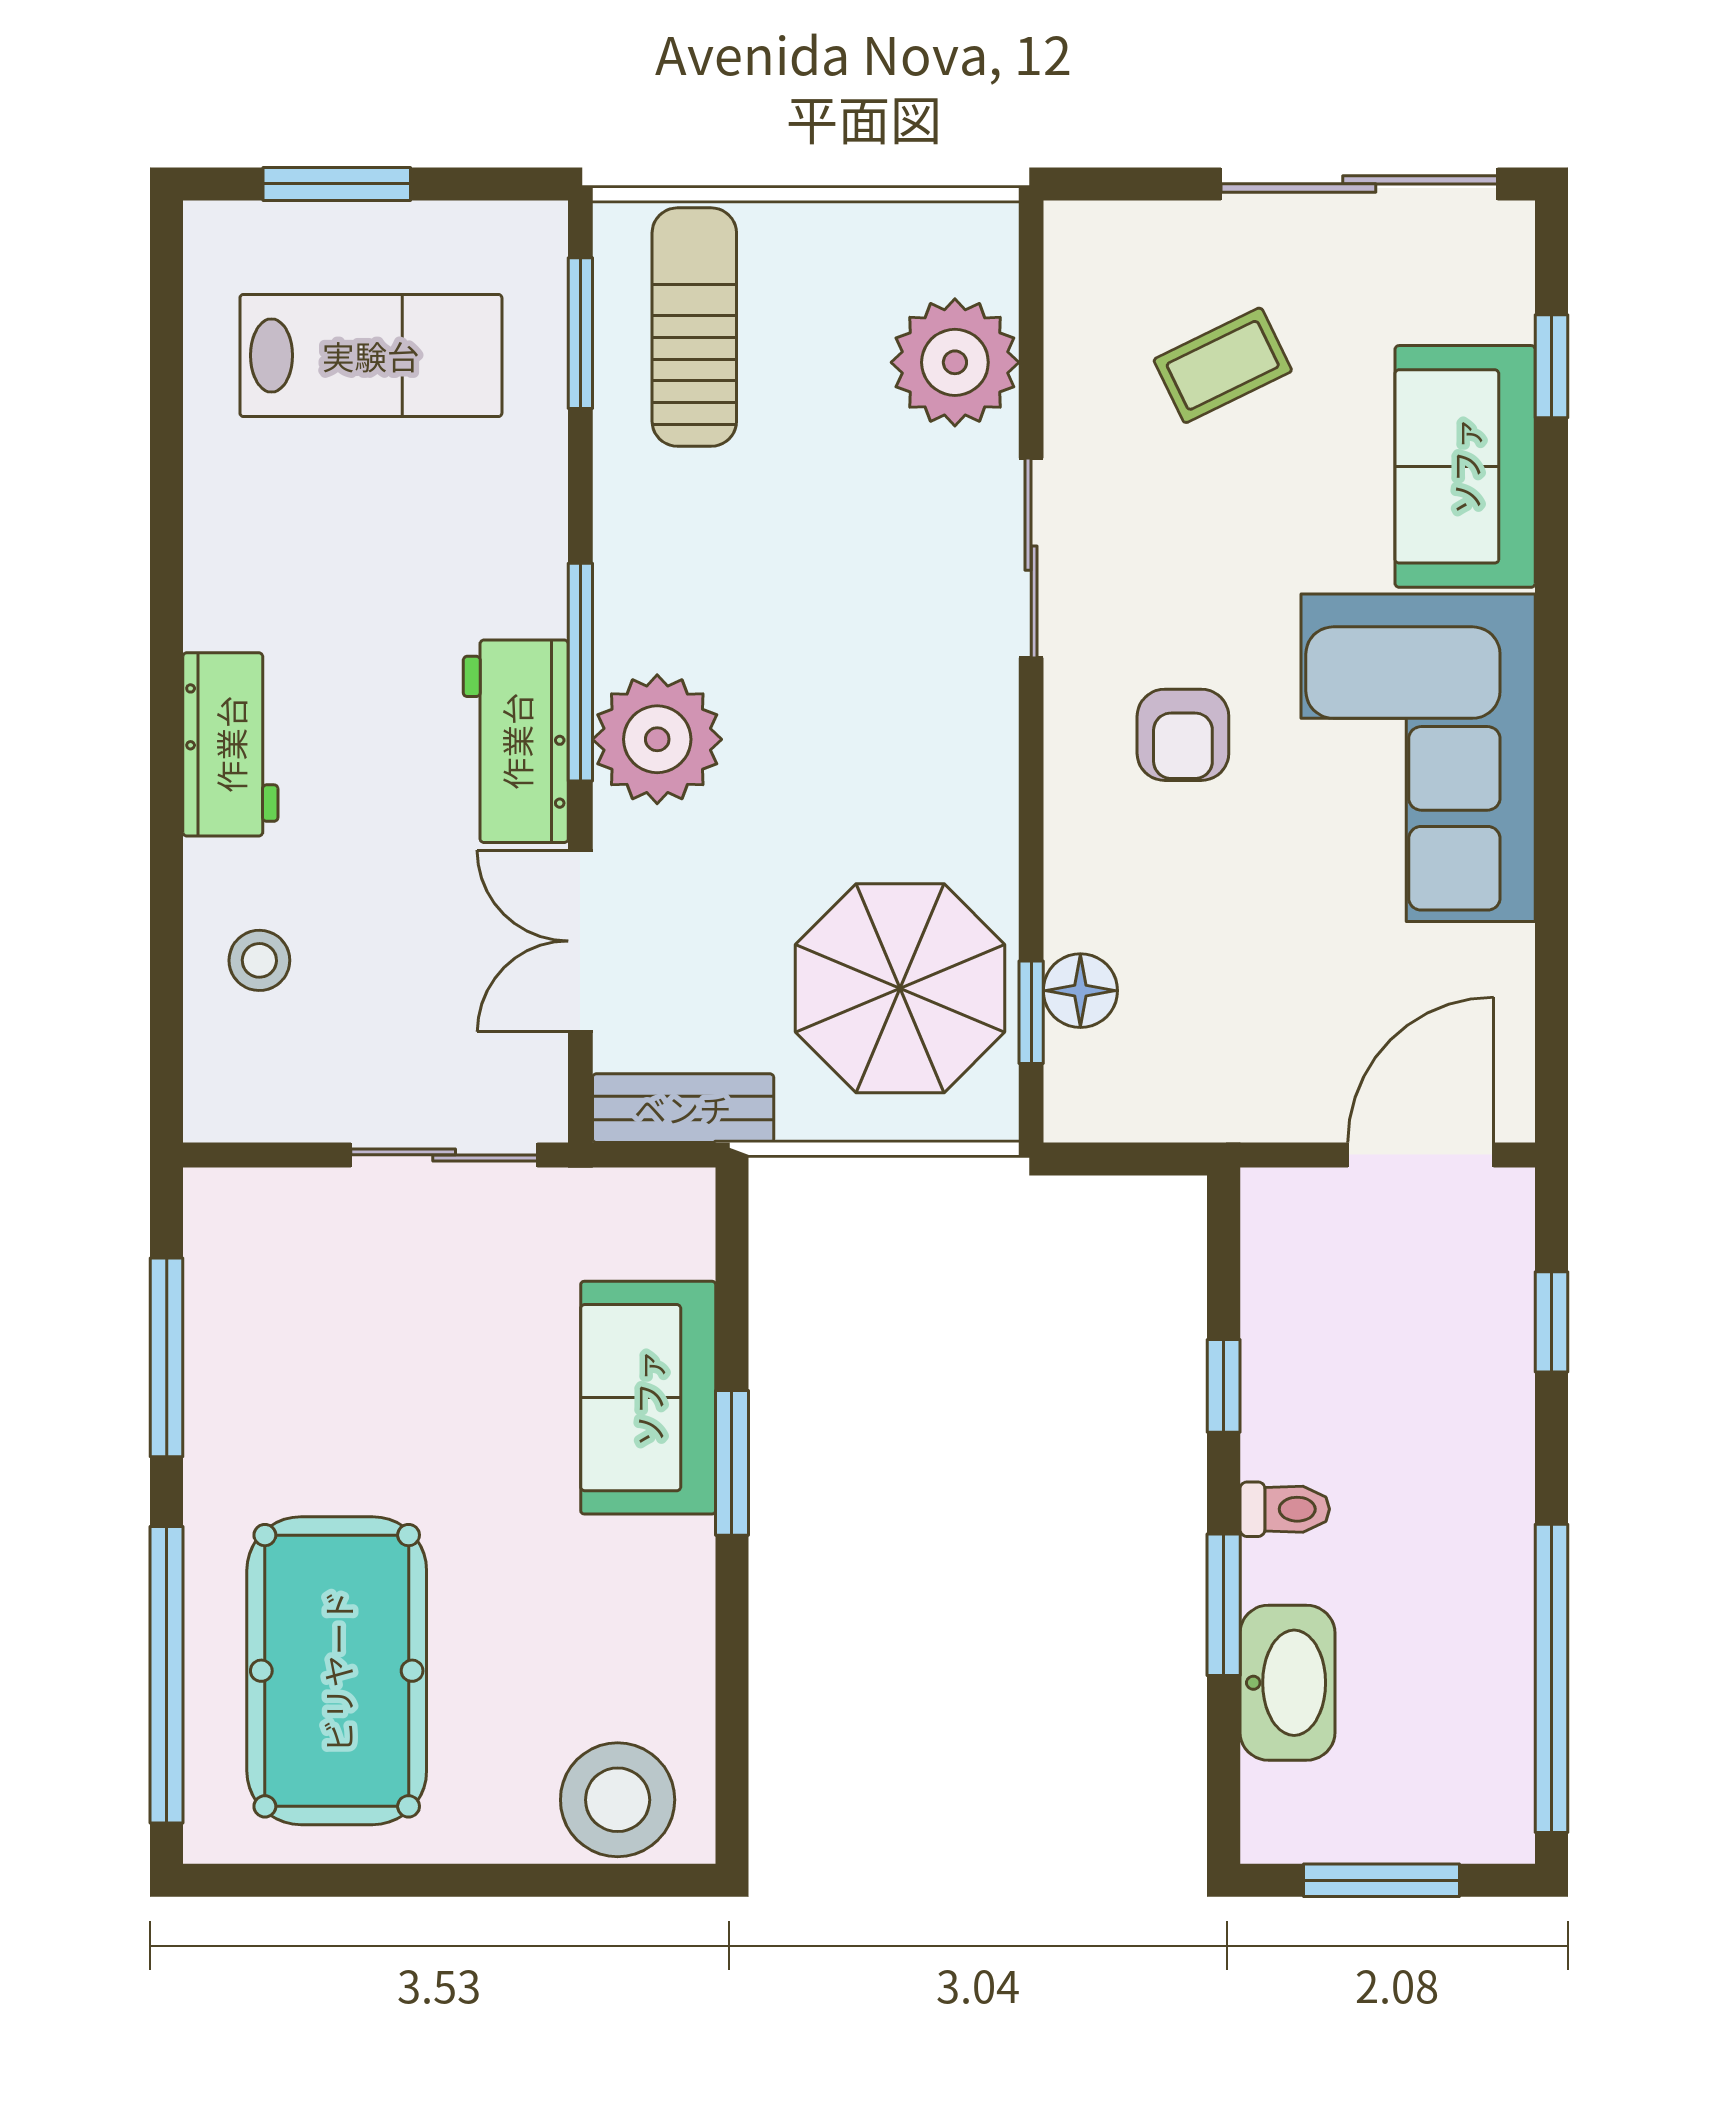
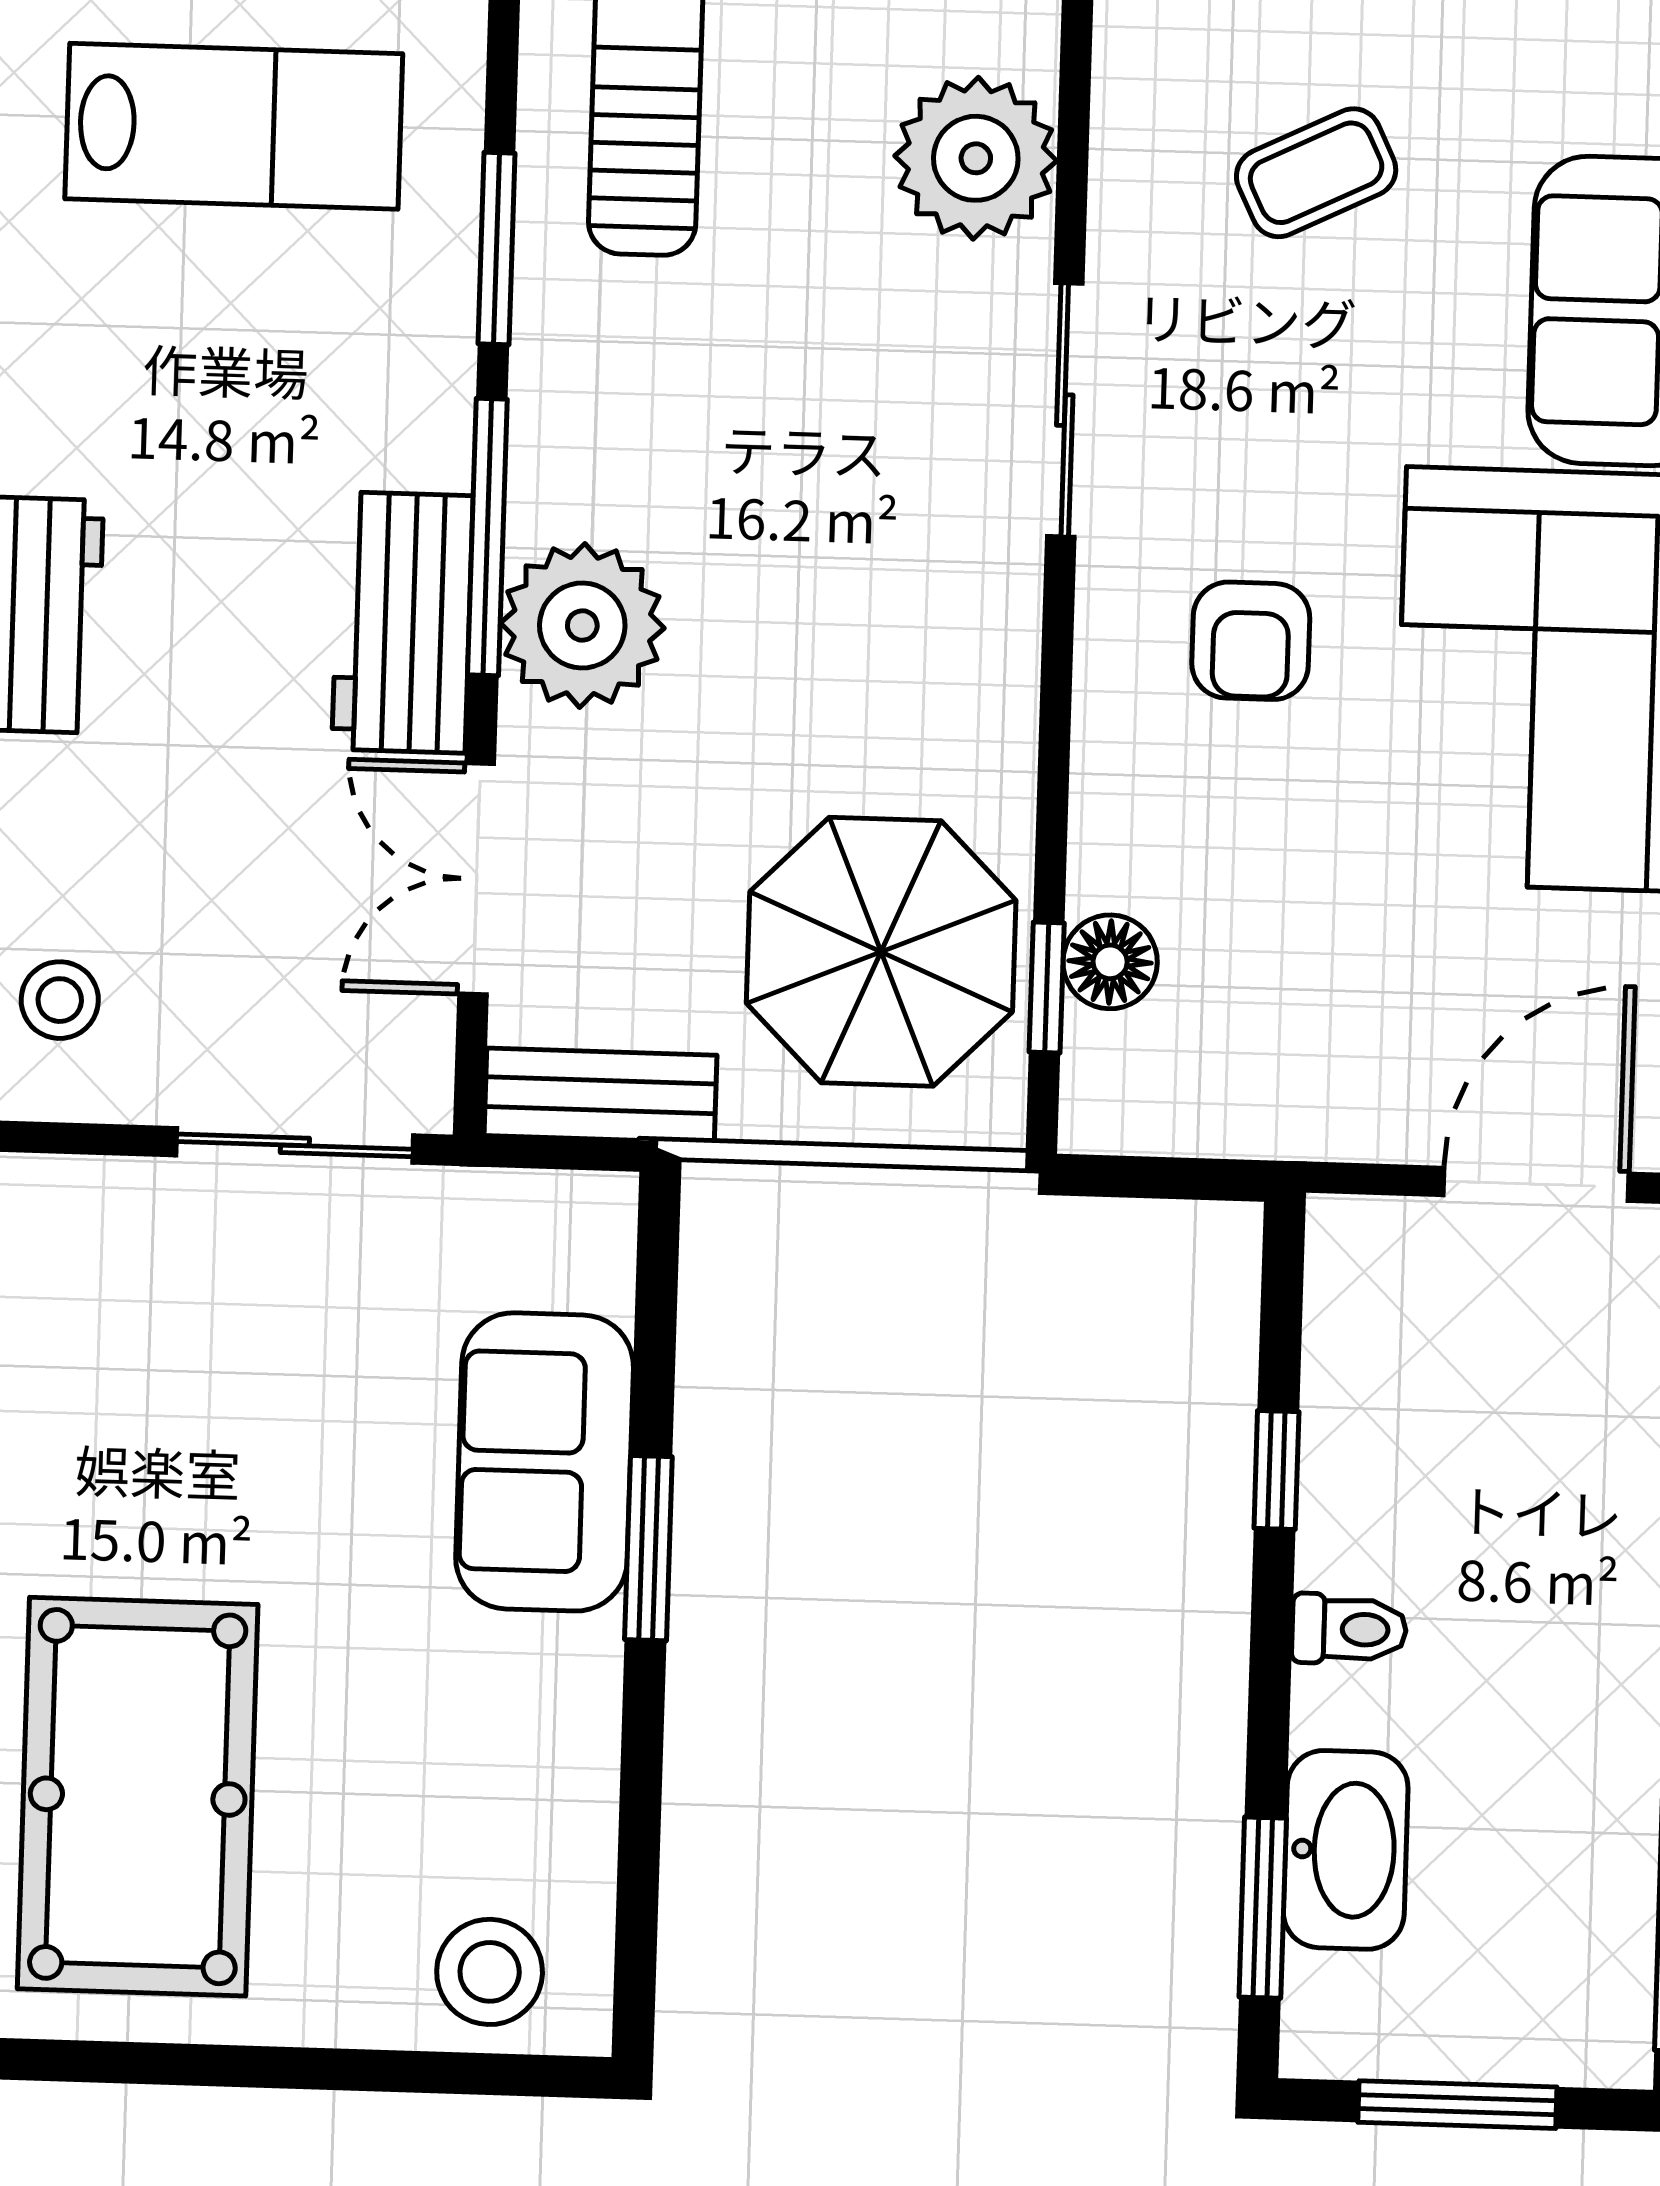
window: (580, 333) -> (496, 249), moved
stool: (259, 960) -> (60, 1000), moved
window: (1224, 1605) -> (1263, 1908), moved
stool: (618, 1800) -> (490, 1972), width x0.73, depth x0.73

